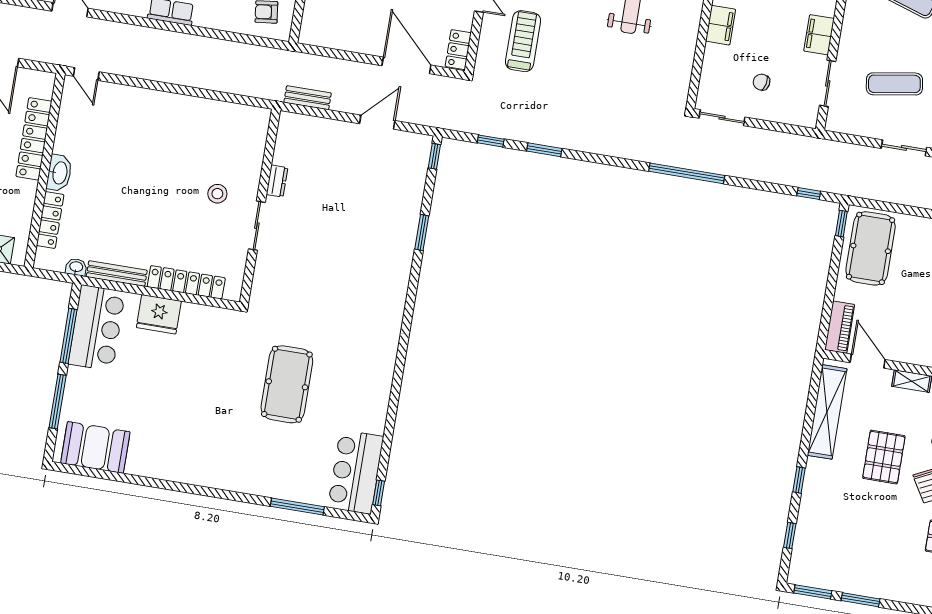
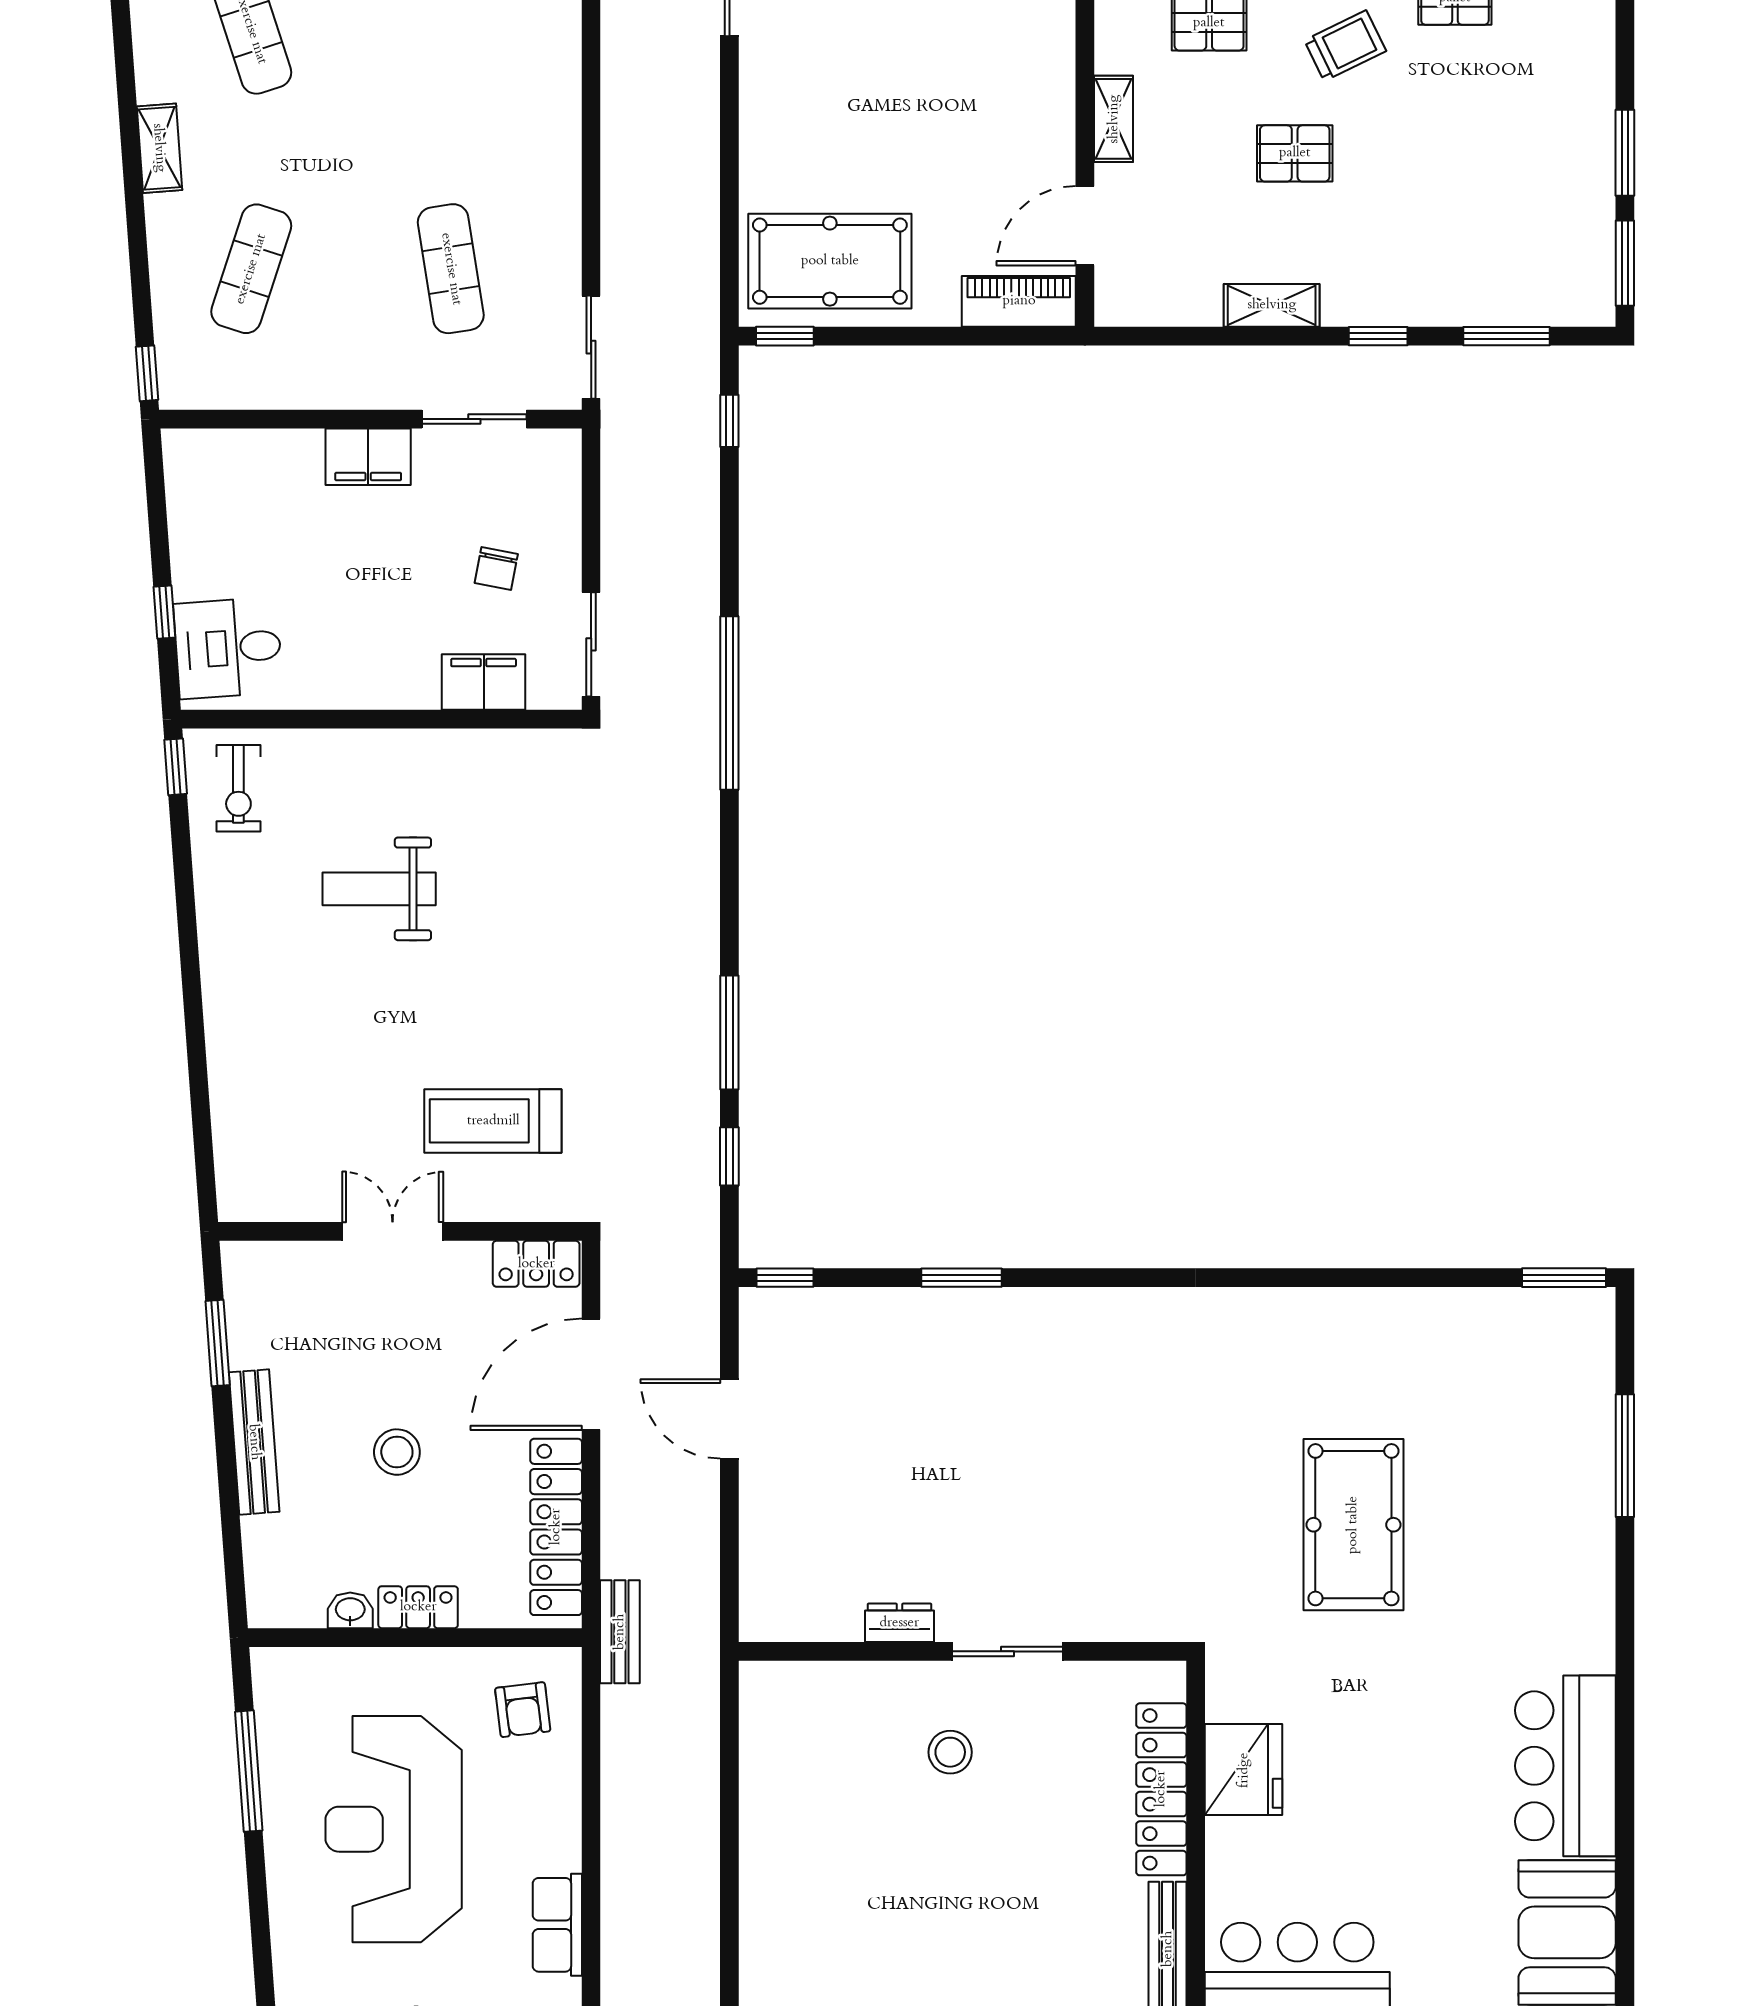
filing cabinet: (721, 25) -> (484, 682), moved
locker: (343, 39) -> (556, 1527), added
bench: (308, 98) -> (620, 1632), moved
sliding door: (904, 148) -> (591, 347), moved
window: (544, 150) -> (729, 1032), width x1.44
fridge: (159, 314) -> (1244, 1770), moved
pool table: (287, 384) -> (1353, 1525), turned 90
shelving: (827, 412) -> (1272, 305), width x0.45, depth x0.75
pallet: (884, 457) -> (1295, 153), width x0.67, depth x0.71
bar counter: (356, 472) -> (1565, 1766), moved, turned 90
window: (379, 493) -> (1564, 1278), width x1.50
window: (790, 535) -> (1506, 336), width x1.50

